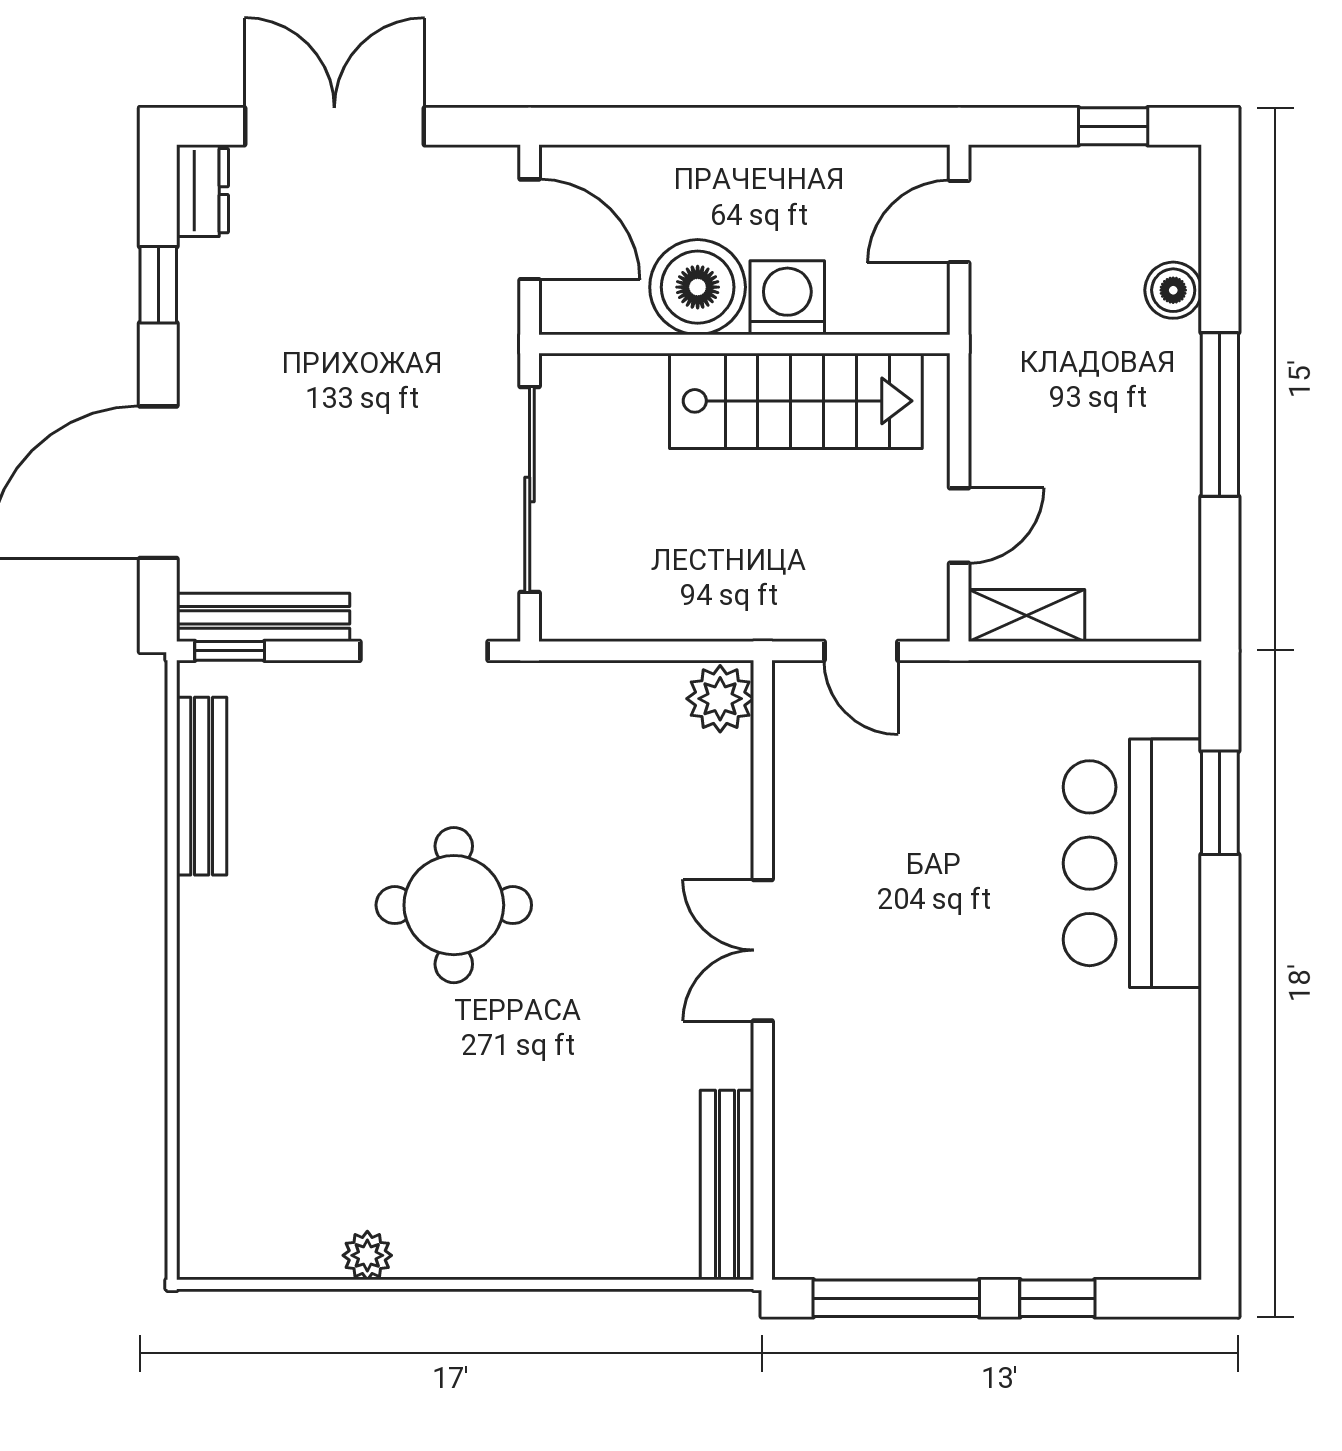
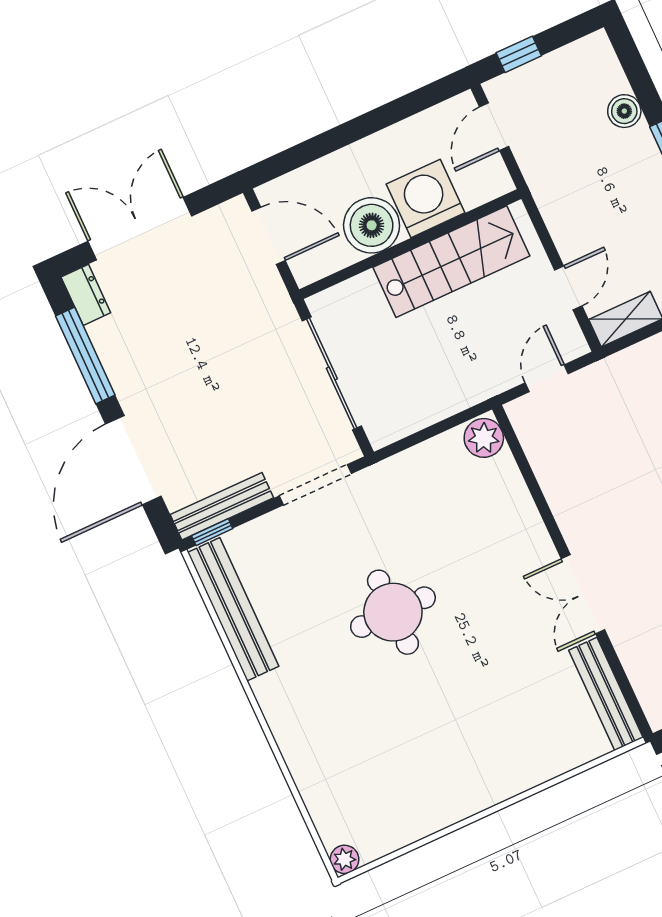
window: (1113, 126) -> (519, 54), moved
window: (158, 285) -> (85, 356), width x2.17
washing machine: (787, 298) -> (426, 198), width x1.37, depth x1.37
door: (861, 651) -> (547, 378), swing flipped
bench: (202, 786) -> (233, 609), width x1.37, depth x1.21
double door: (763, 950) -> (583, 594), moved
plant: (367, 1255) -> (344, 859), moved

